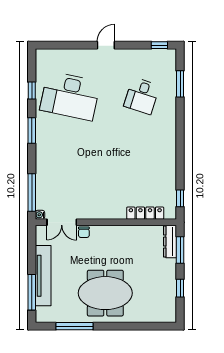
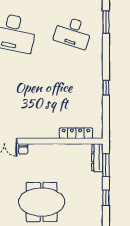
desk: (142, 96) -> (73, 32), width x1.37
window: (180, 198) -> (106, 88), moved

